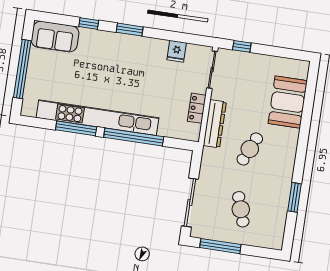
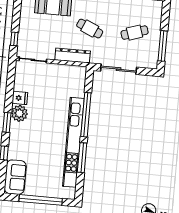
plant: (141, 47) -> (19, 113), added
fridge: (177, 51) -> (20, 98), moved
locker: (197, 108) -> (62, 70), removed
sliding door: (190, 203) -> (119, 69), moved

